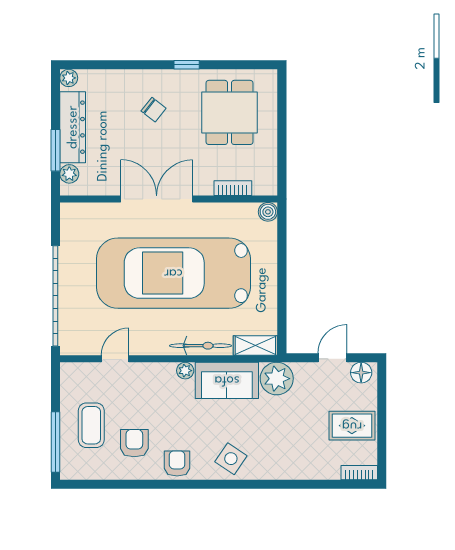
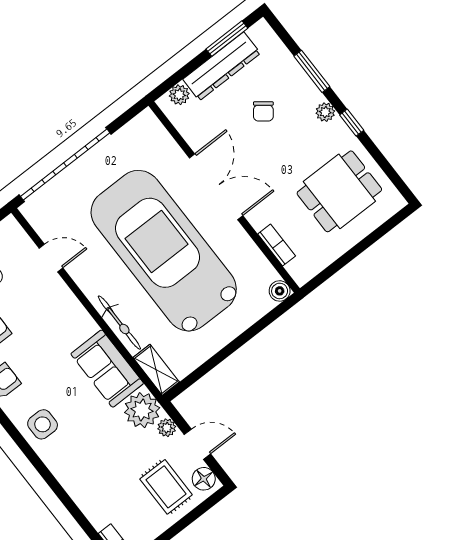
window: (127, 65) -> (312, 71), added
plant: (69, 78) -> (325, 112), moved
chair: (154, 110) -> (263, 111), moved
window: (55, 150) -> (227, 39), moved
plant: (185, 371) -> (167, 428), moved
rug: (352, 426) -> (166, 487), moved
side table: (231, 459) -> (43, 424), turned -34

